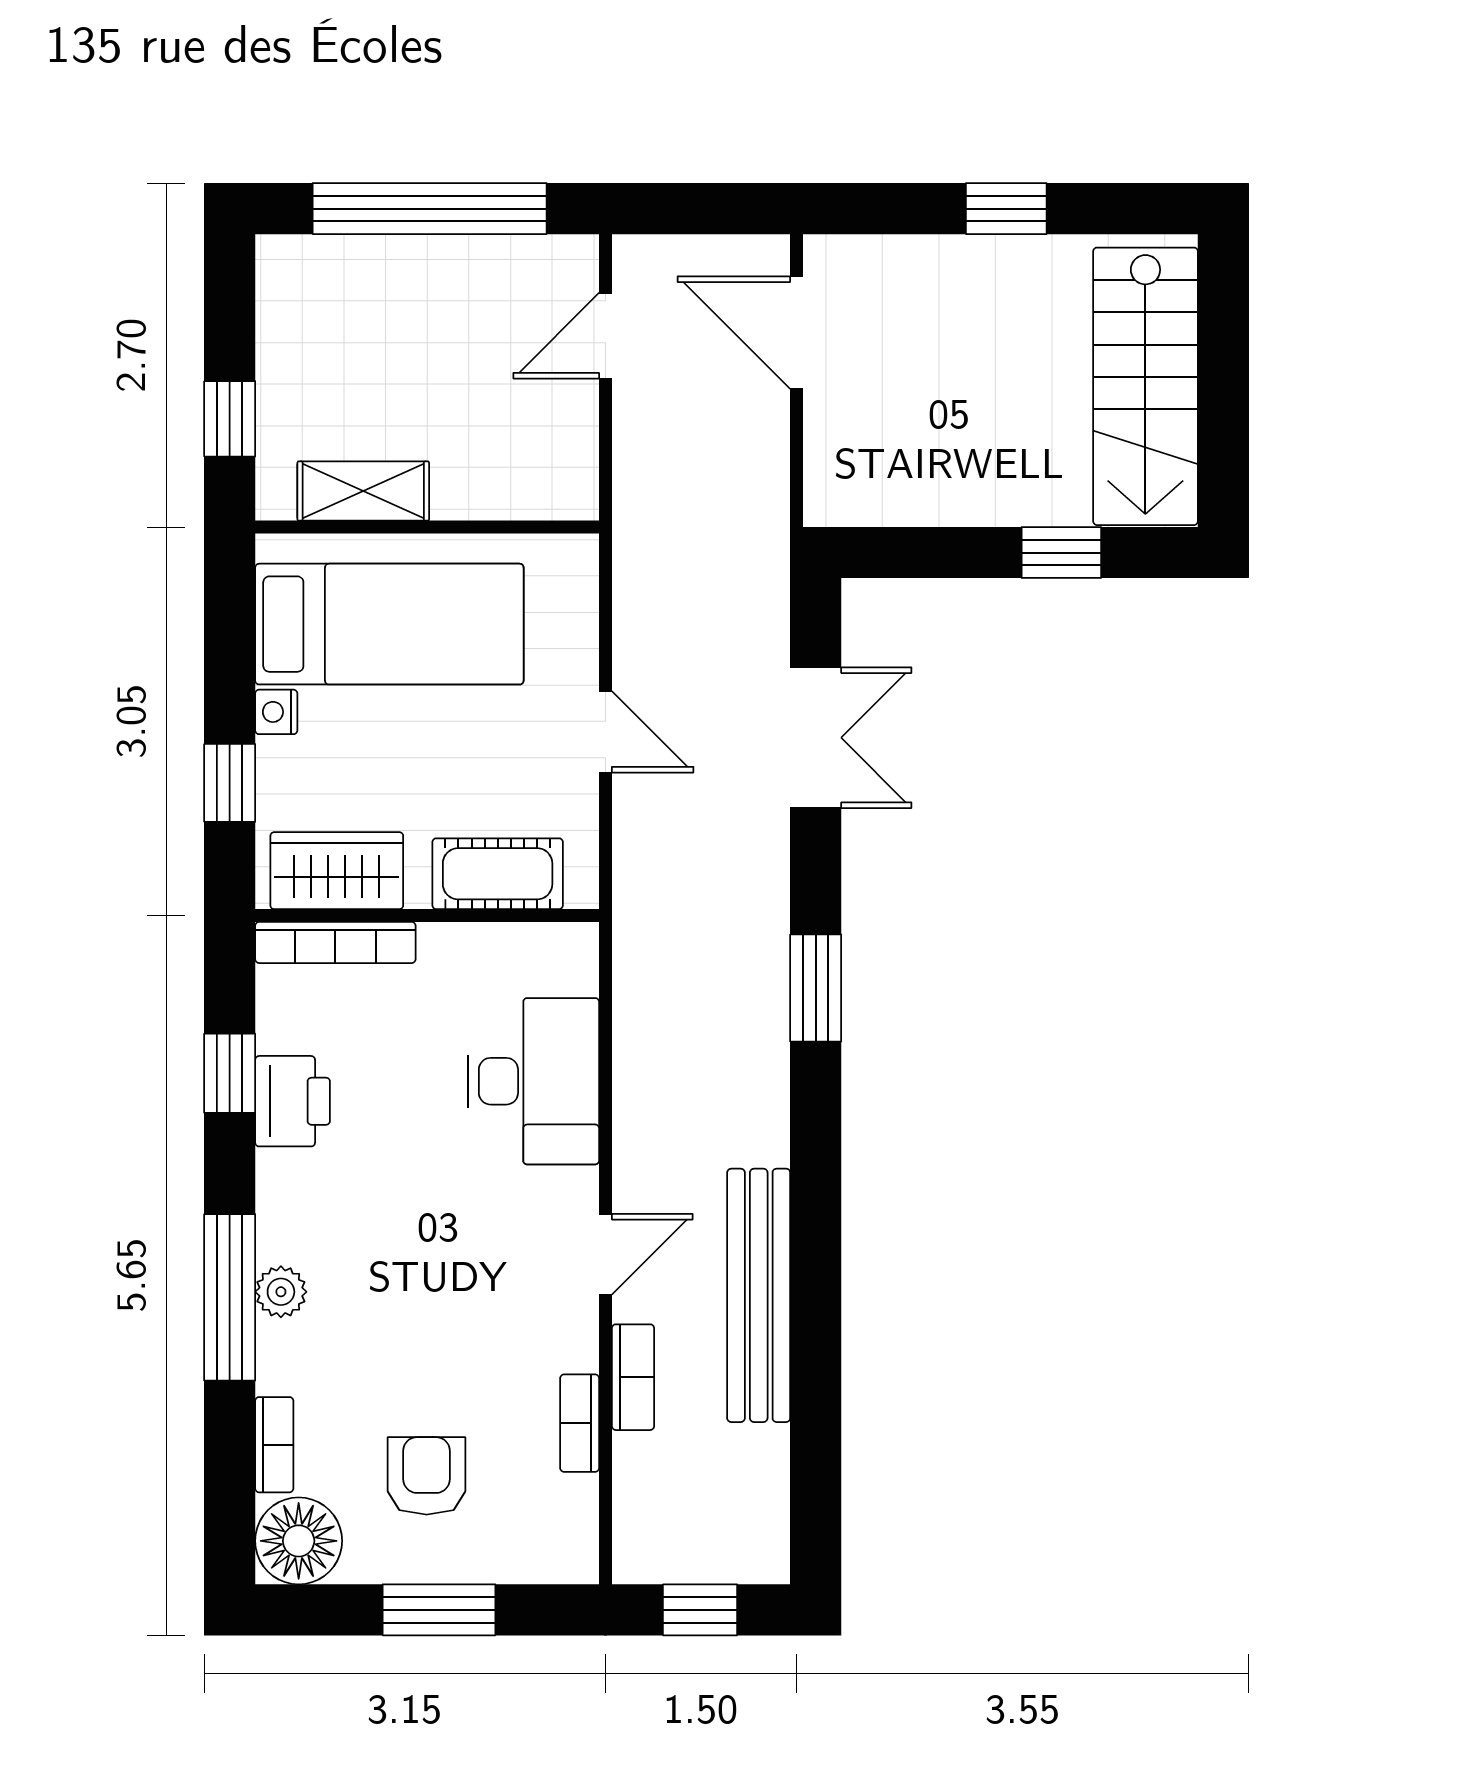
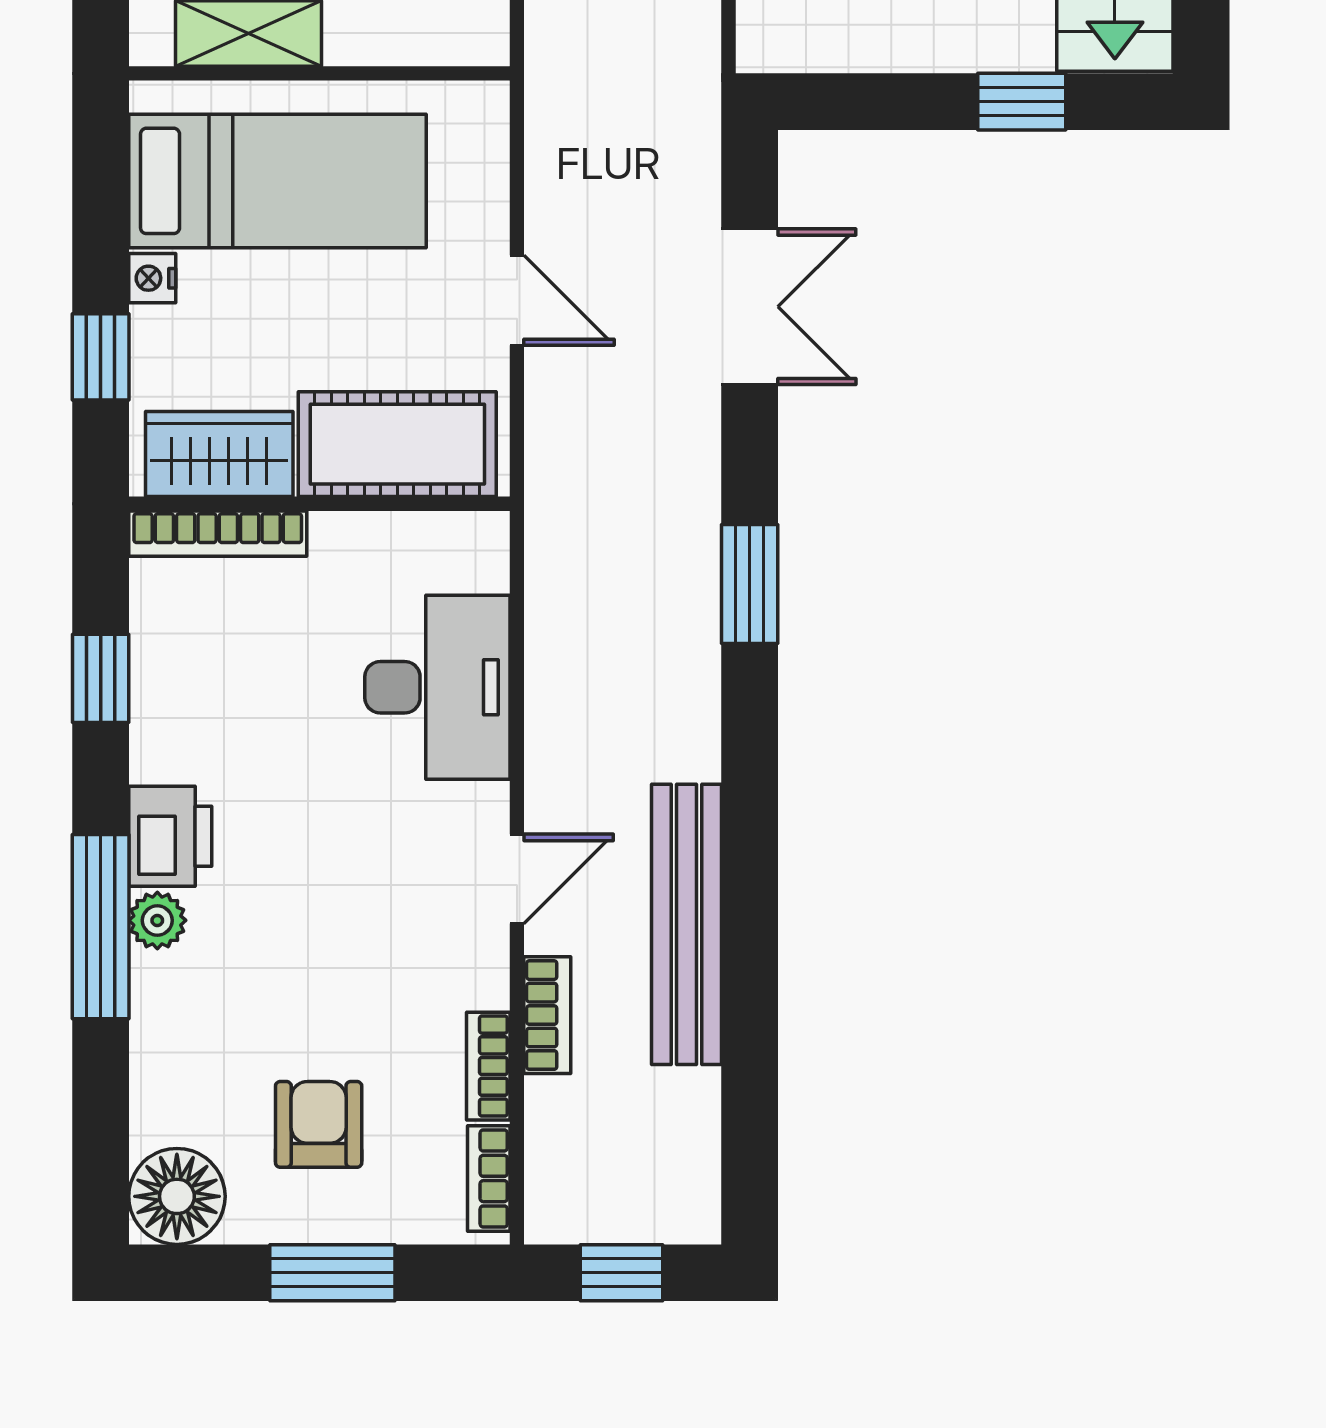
cot: (498, 874) -> (397, 444), width x1.37, depth x1.34
printer: (293, 1101) -> (170, 836), moved
bookcase: (274, 1445) -> (489, 1178), moved, turned 180

